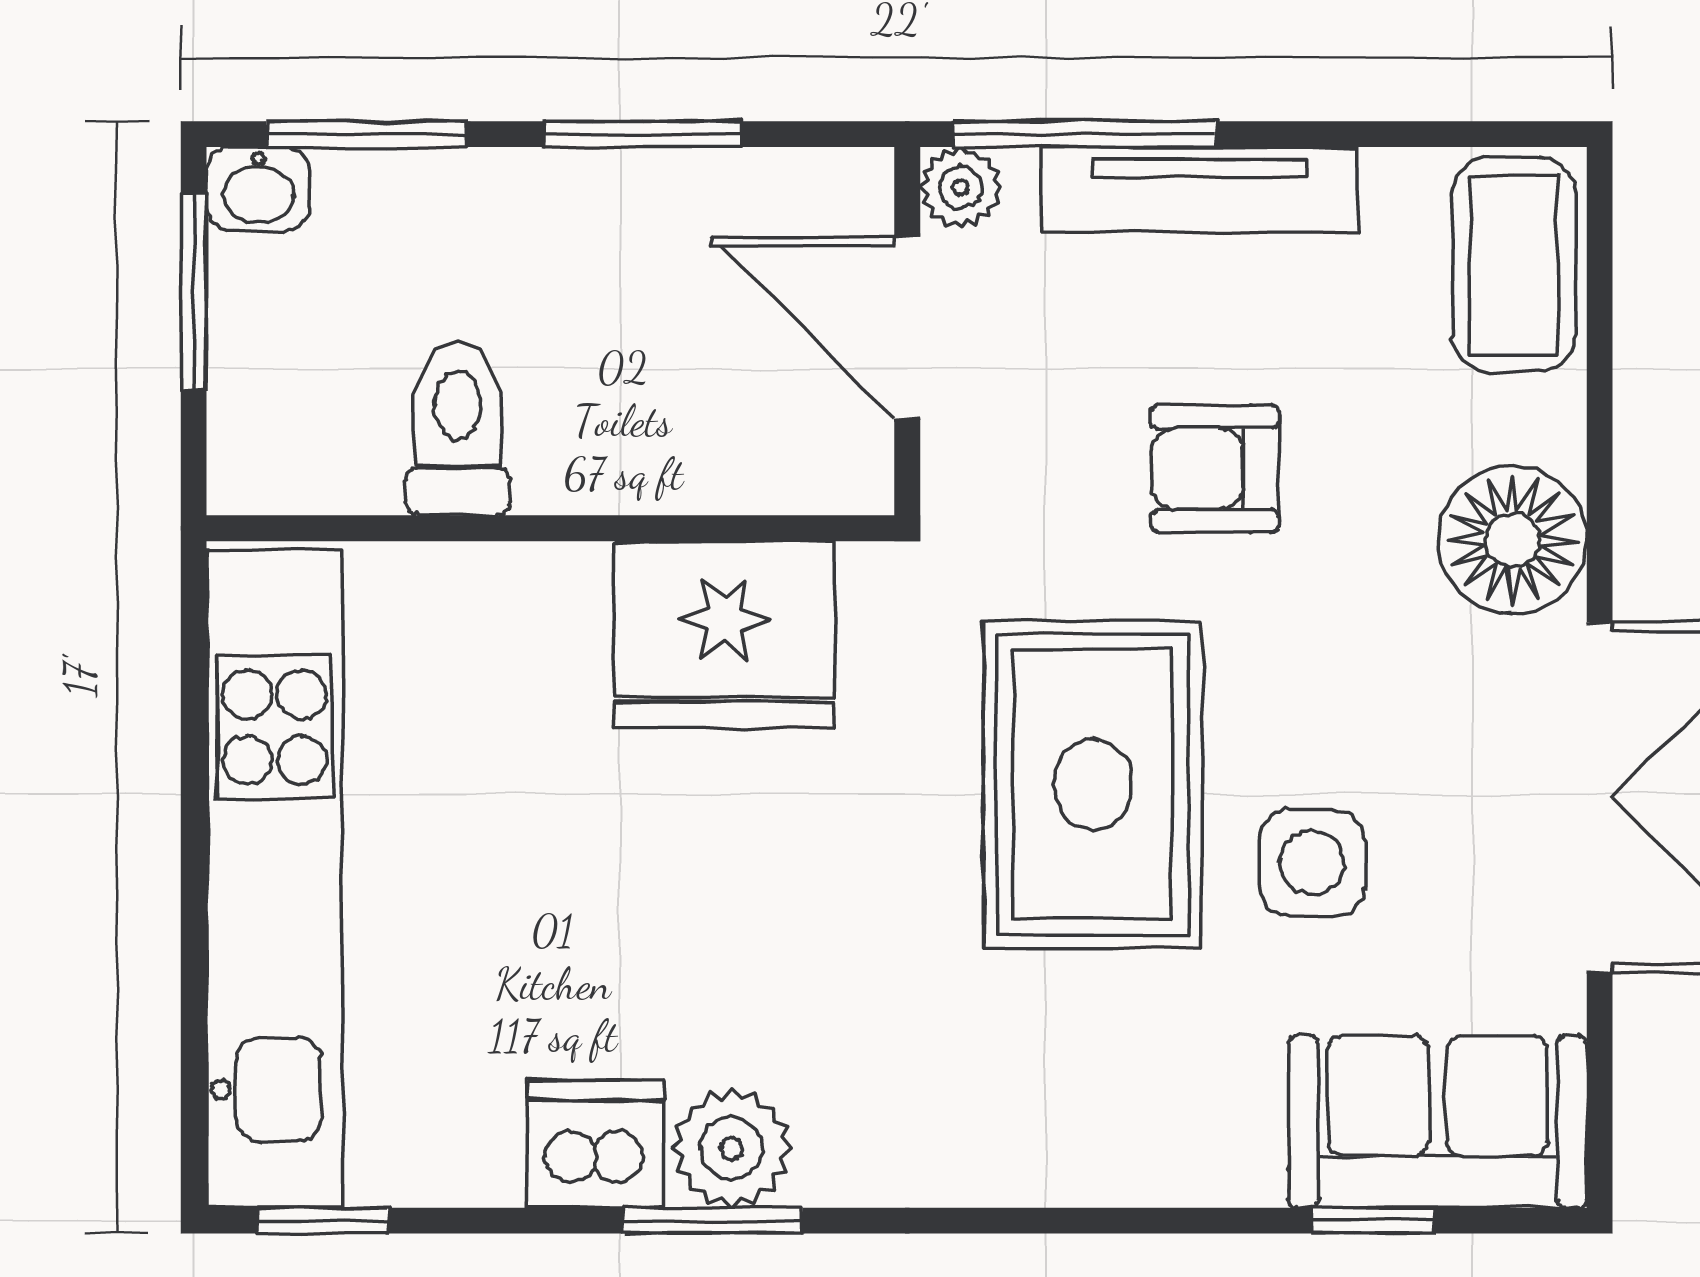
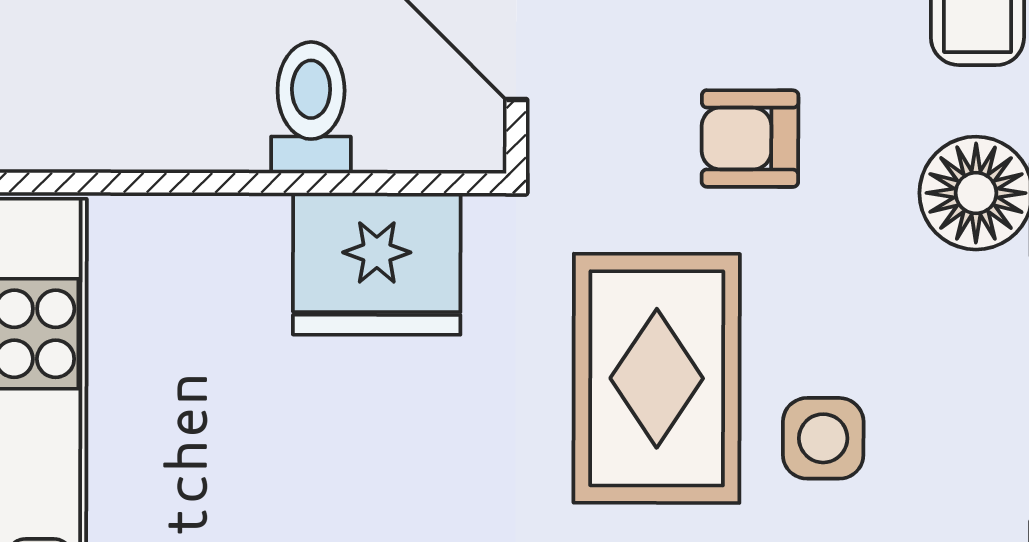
toilet: (458, 429) -> (311, 108), moved

